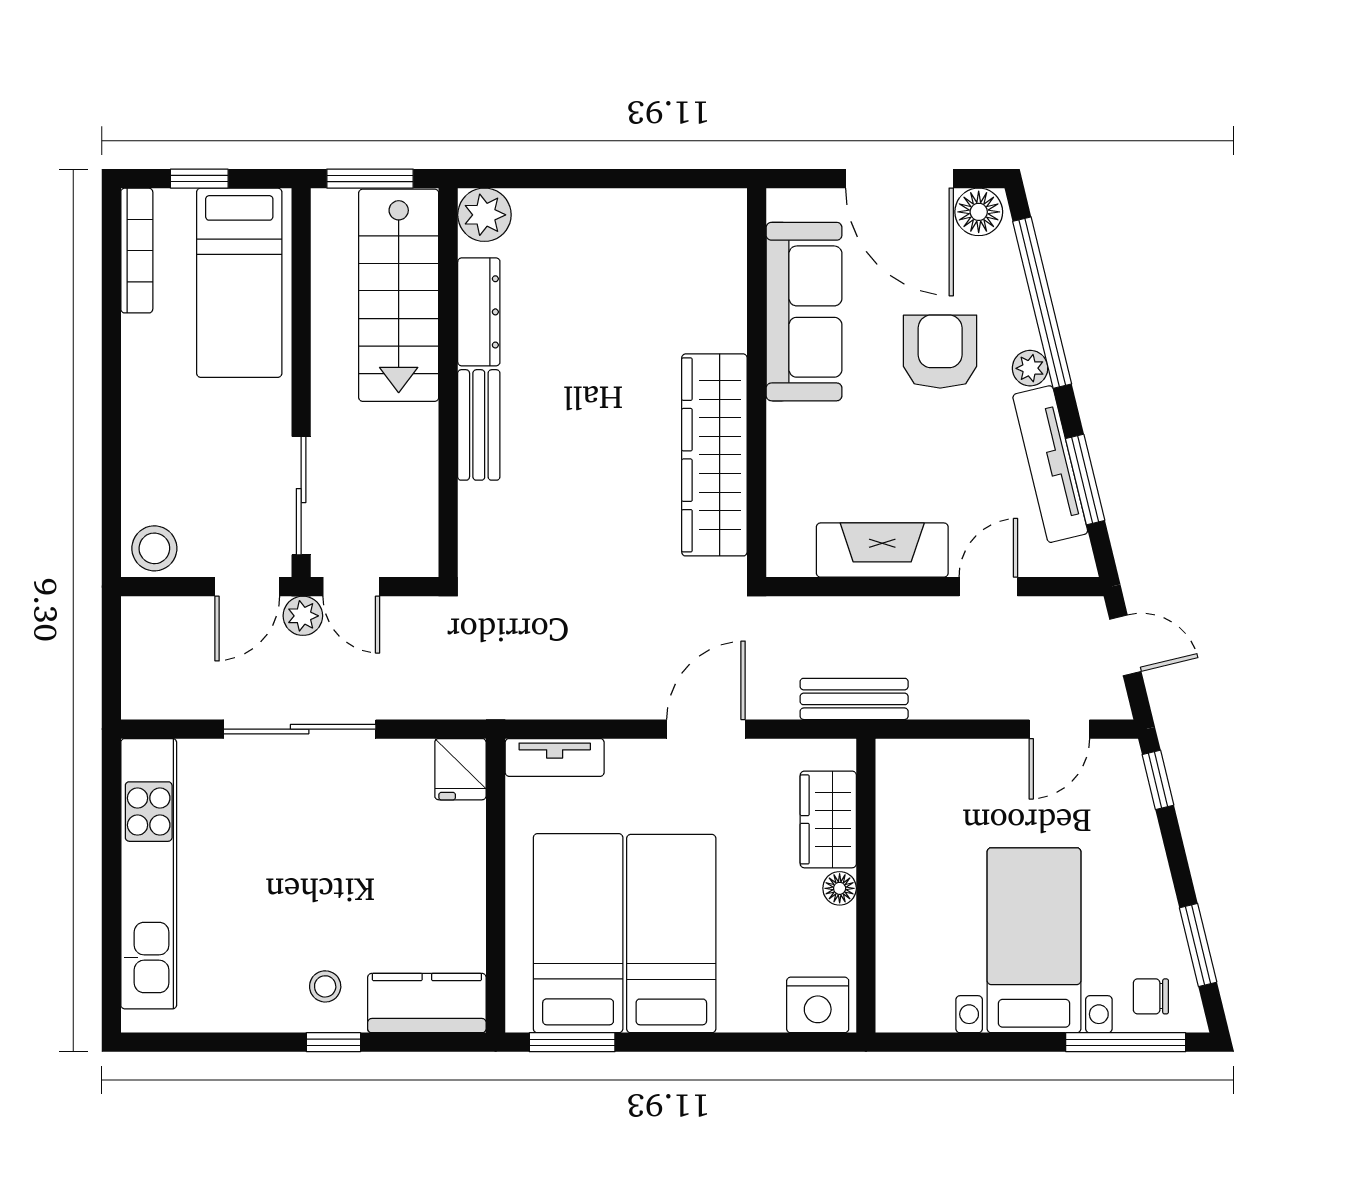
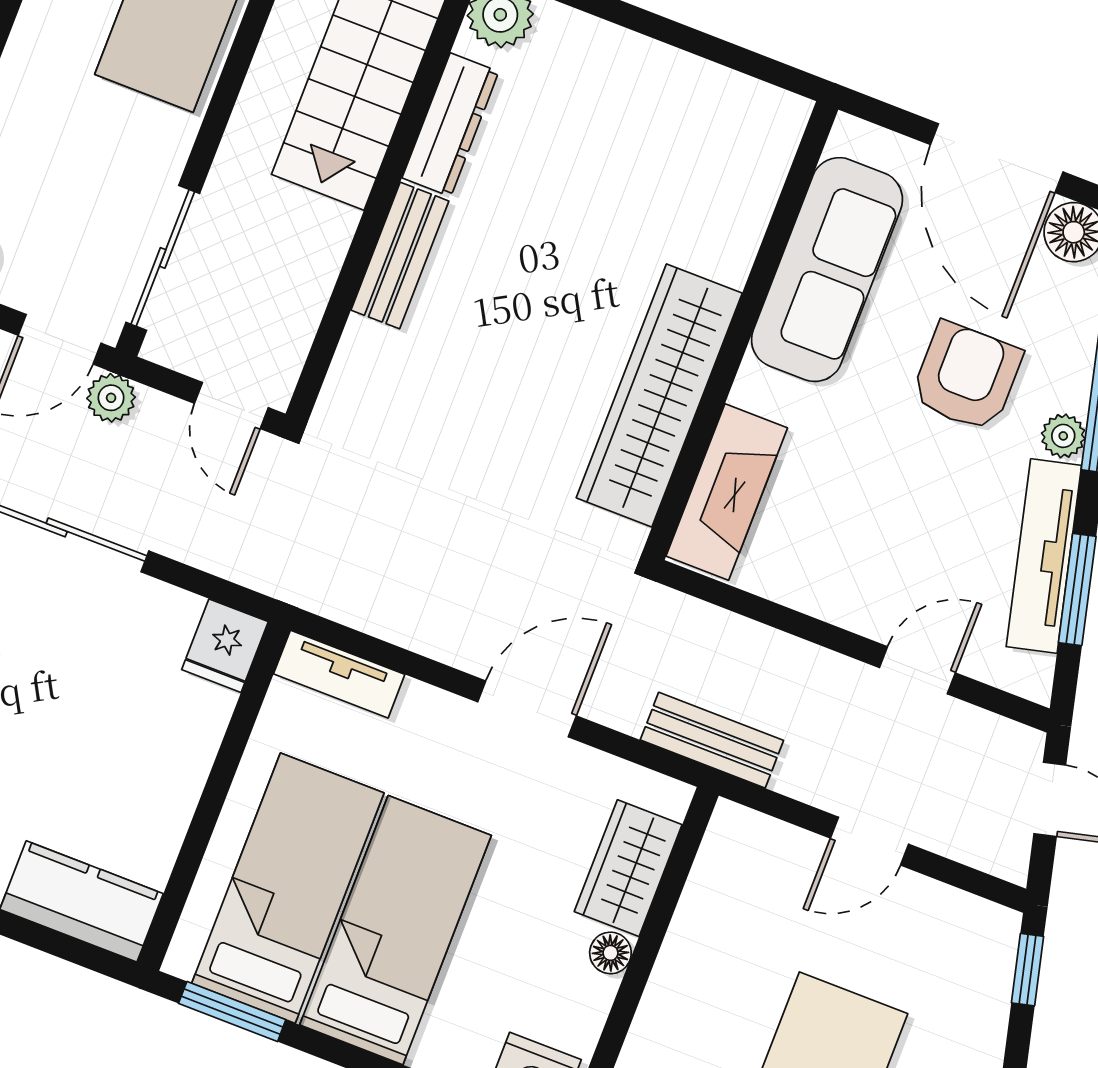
fireplace: (882, 550) -> (727, 492), moved, turned 90
door: (351, 587) -> (231, 406), moved
door: (1059, 729) -> (870, 841), moved

